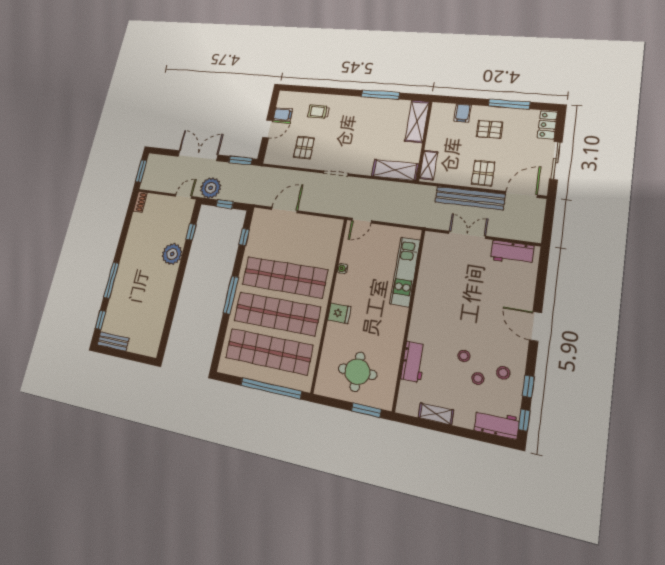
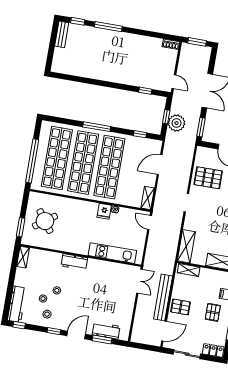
pallet: (304, 148) -> (208, 178), width x1.50, depth x1.42
plant: (211, 188) -> (176, 123), moved
door: (521, 194) -> (164, 331), hinge flipped
door: (284, 210) -> (160, 165), swing flipped
shelving: (328, 224) -> (148, 198), added
double door: (467, 235) -> (139, 281), moved
workbench: (512, 253) -> (106, 331), moved, turned 90
plant: (172, 254) -> (128, 76), removed
window: (540, 286) -> (102, 339), added
fridge: (339, 313) -> (104, 211), moved
workbench: (413, 362) -> (74, 262), moved
round table: (357, 372) -> (45, 221), turned -36
window: (528, 386) -> (54, 331), moved
shelving: (436, 414) -> (23, 257), moved
workbench: (497, 424) -> (17, 304), width x1.38

